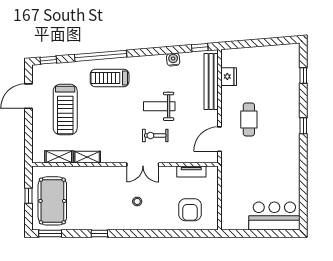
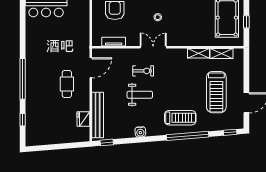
water cooler: (173, 60) -> (140, 132), moved
treadmill: (65, 109) -> (216, 92), turned 180
window: (303, 126) -> (23, 79), width x3.17

